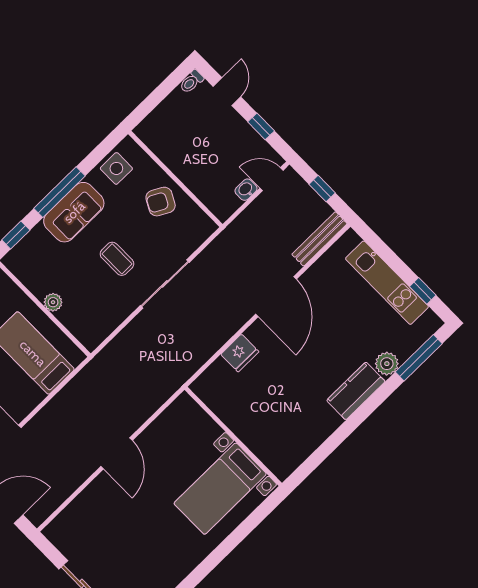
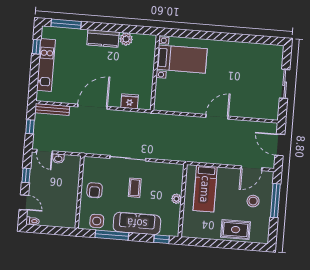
door: (227, 92) -> (24, 202), swing flipped
window: (60, 192) -> (112, 235), moved
armchair: (161, 202) -> (95, 190), turned 62
sofa: (74, 212) -> (137, 223), width x1.36
plant: (387, 364) -> (126, 39), moved
wall: (233, 436) -> (155, 73), moved
bed with nightstands: (220, 489) -> (182, 59), moved

